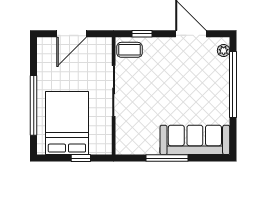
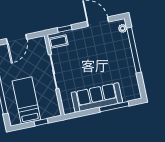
bed: (67, 123) -> (26, 100), width x0.67
sofa: (195, 140) -> (97, 97), moved
window: (167, 158) -> (114, 107), moved

